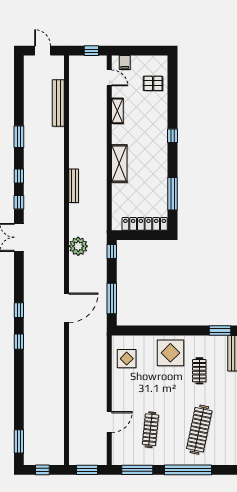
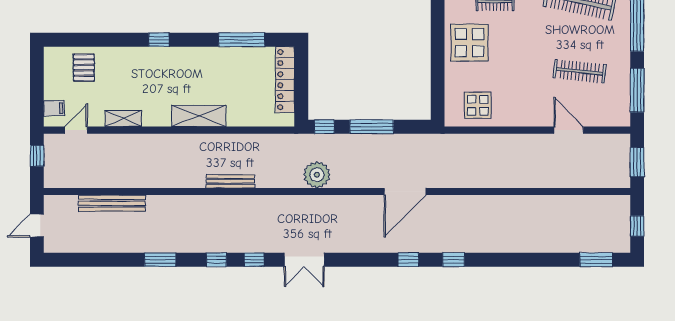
window: (112, 299) -> (372, 127), moved
door: (66, 308) -> (405, 192), swing flipped

